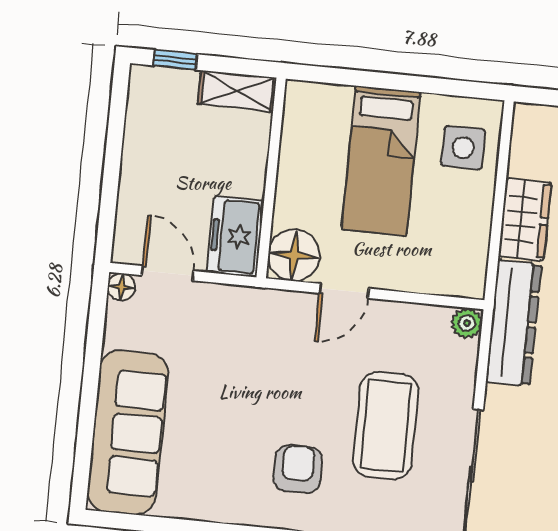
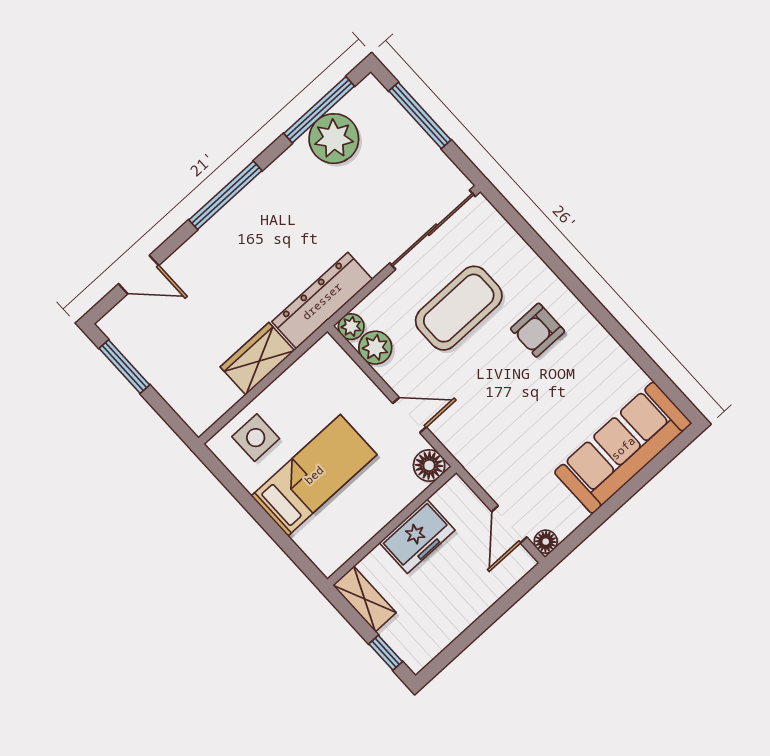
freezer: (236, 237) -> (417, 536), moved
floor lamp: (294, 255) -> (429, 465), width x0.73, depth x0.73
plant: (429, 324) -> (375, 348), added

